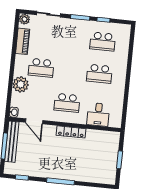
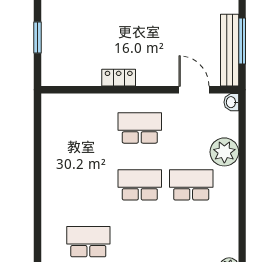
piano: (23, 41) -> (228, 228), removed
school desk: (99, 74) -> (140, 185), moved
desk: (98, 114) -> (83, 113), removed
locker: (71, 132) -> (119, 78), width x0.66

